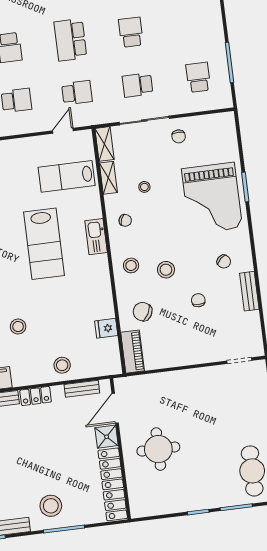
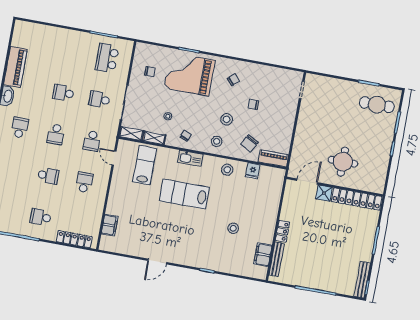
school desk: (70, 40) -> (56, 134), width x0.54
school desk: (198, 77) -> (107, 58), width x1.85
school desk: (138, 85) -> (99, 99), turned 90
school desk: (77, 93) -> (92, 141), turned 180
chair: (179, 136) -> (150, 72), moved
lab bench: (67, 176) -> (145, 165), turned 180
grand piano: (212, 198) -> (189, 74), turned 180
lab bench: (44, 244) -> (184, 194), turned 180
bench: (249, 291) -> (258, 69), removed
stool: (62, 365) -> (227, 170), moved
bench: (82, 389) -> (287, 199), removed
door: (115, 408) -> (307, 182), swing flipped
stool: (51, 506) -> (358, 244), removed

